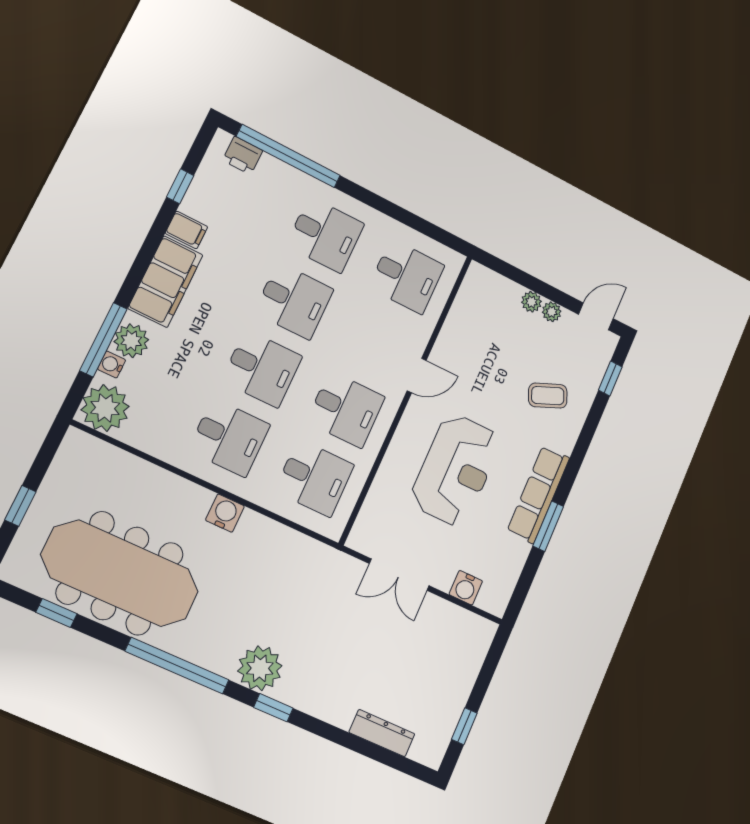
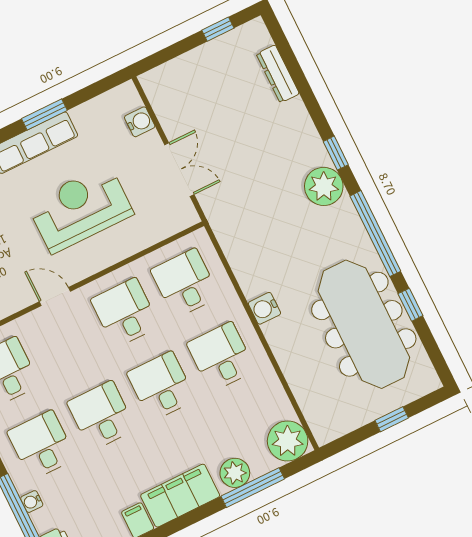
water cooler: (112, 365) -> (32, 502), moved, turned 90
window: (56, 613) -> (410, 305), moved

